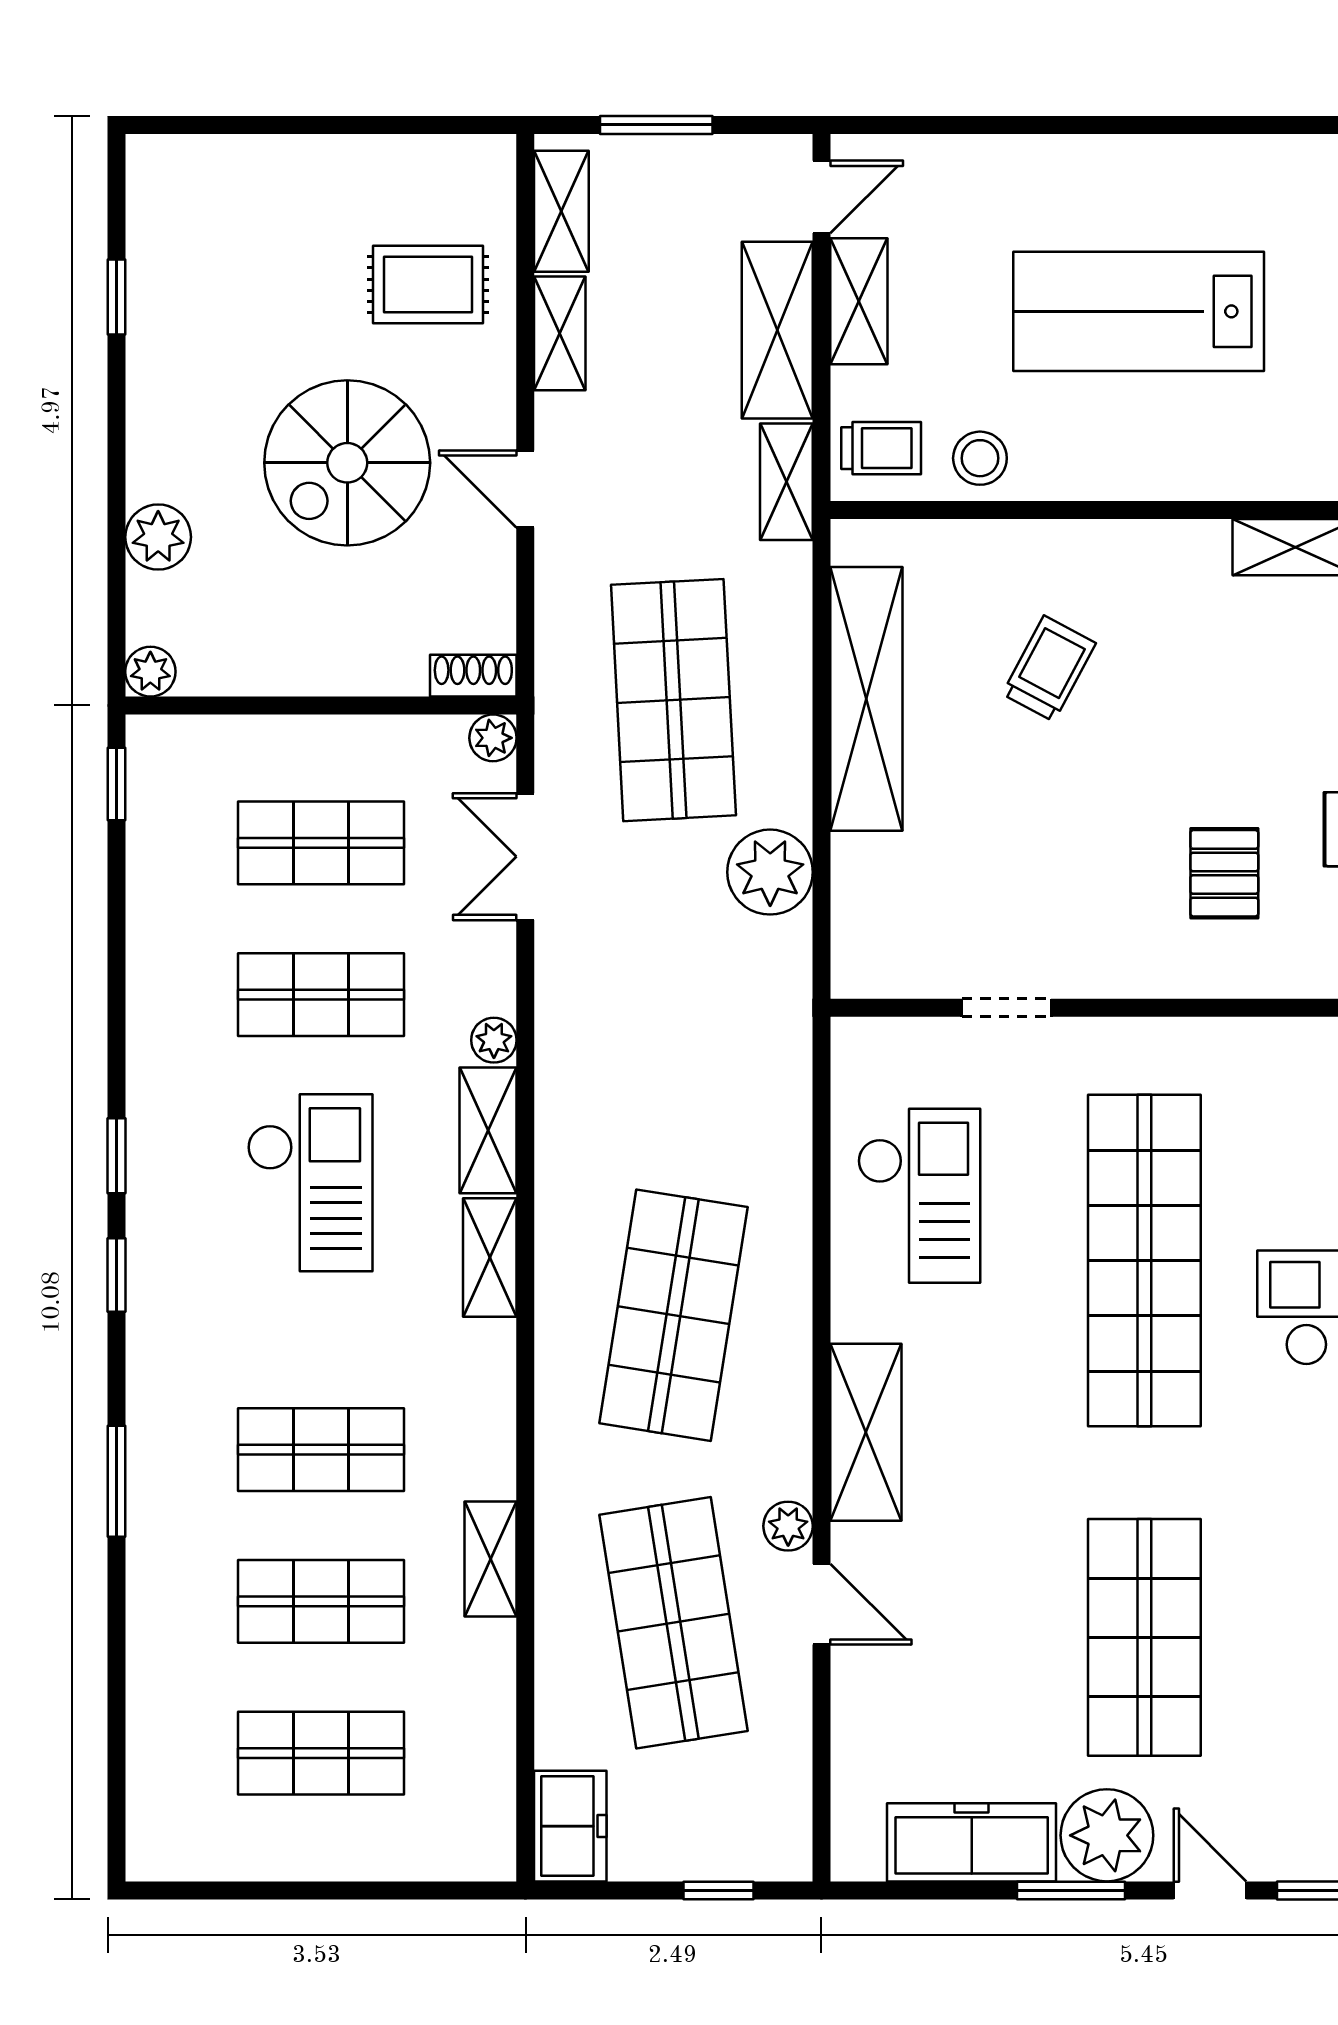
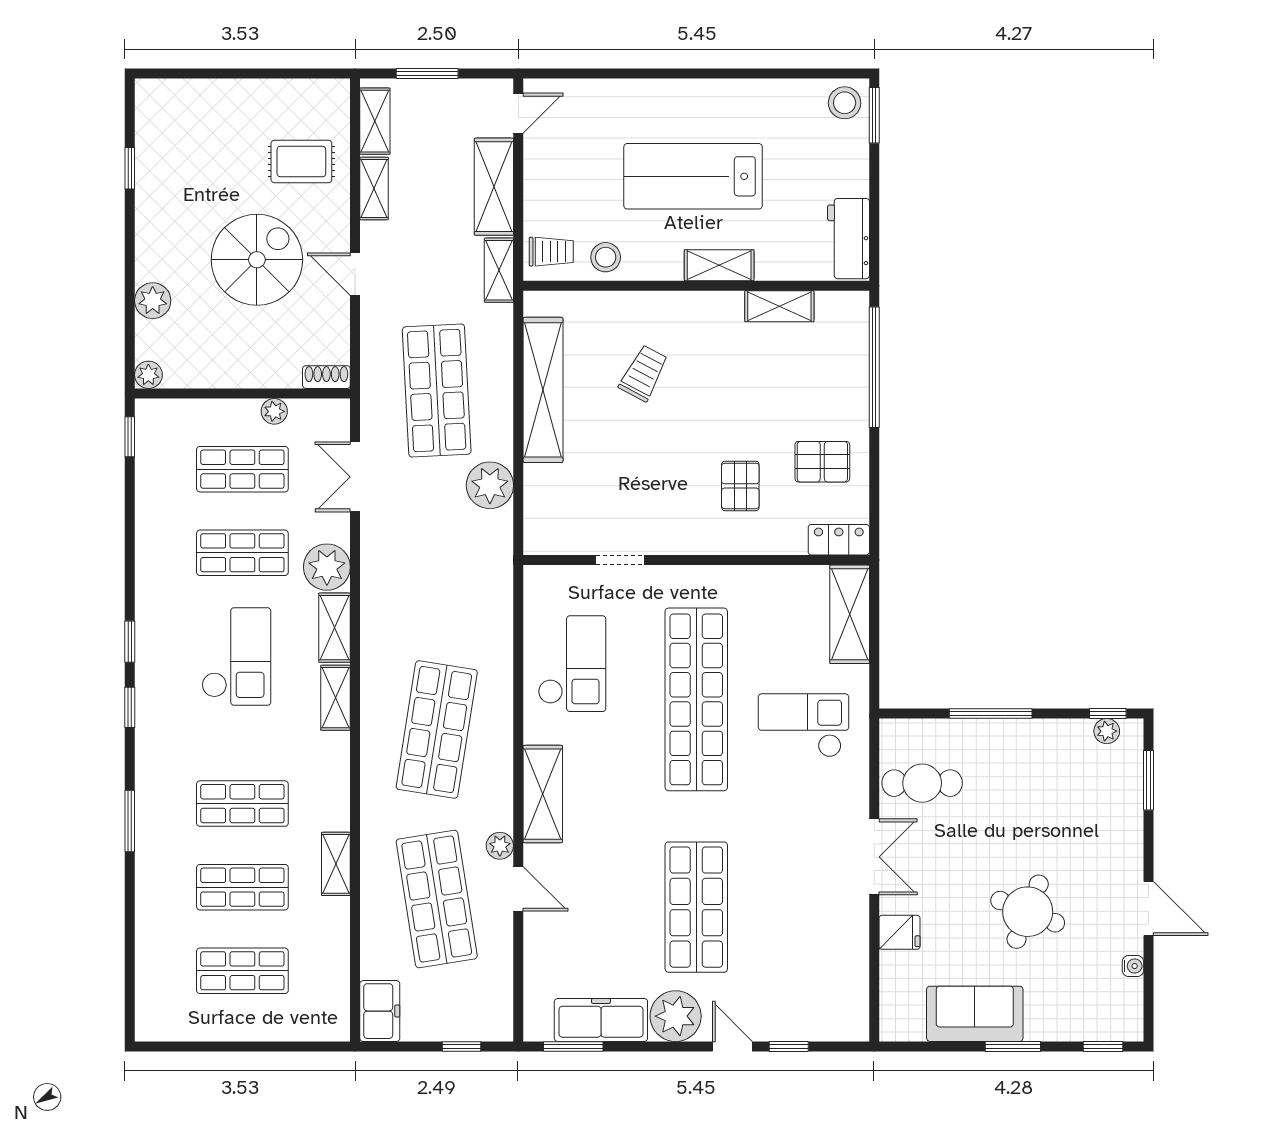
shelving: (859, 301) -> (719, 265), moved, turned 90
spiral stairs: (347, 463) -> (257, 260), turned 180
plant: (493, 738) -> (274, 411), moved
plant: (494, 1040) -> (327, 567), width x1.88, depth x1.88
window: (1071, 1890) -> (573, 1046), moved

